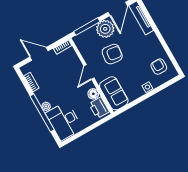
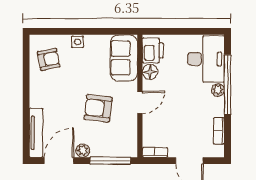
plant: (105, 29) -> (83, 151), width x0.53, depth x0.53
armchair: (159, 67) -> (49, 59), turned -101

